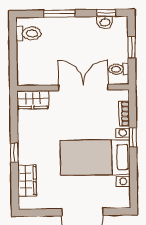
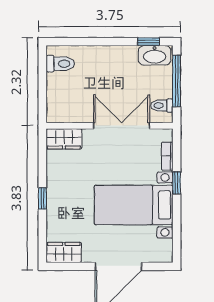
window: (60, 13) -> (96, 42), removed
washbasin: (105, 22) -> (155, 55), width x1.91, depth x1.45
window: (132, 47) -> (177, 81), width x2.17
wardrobe: (27, 181) -> (64, 252), moved, turned -90

